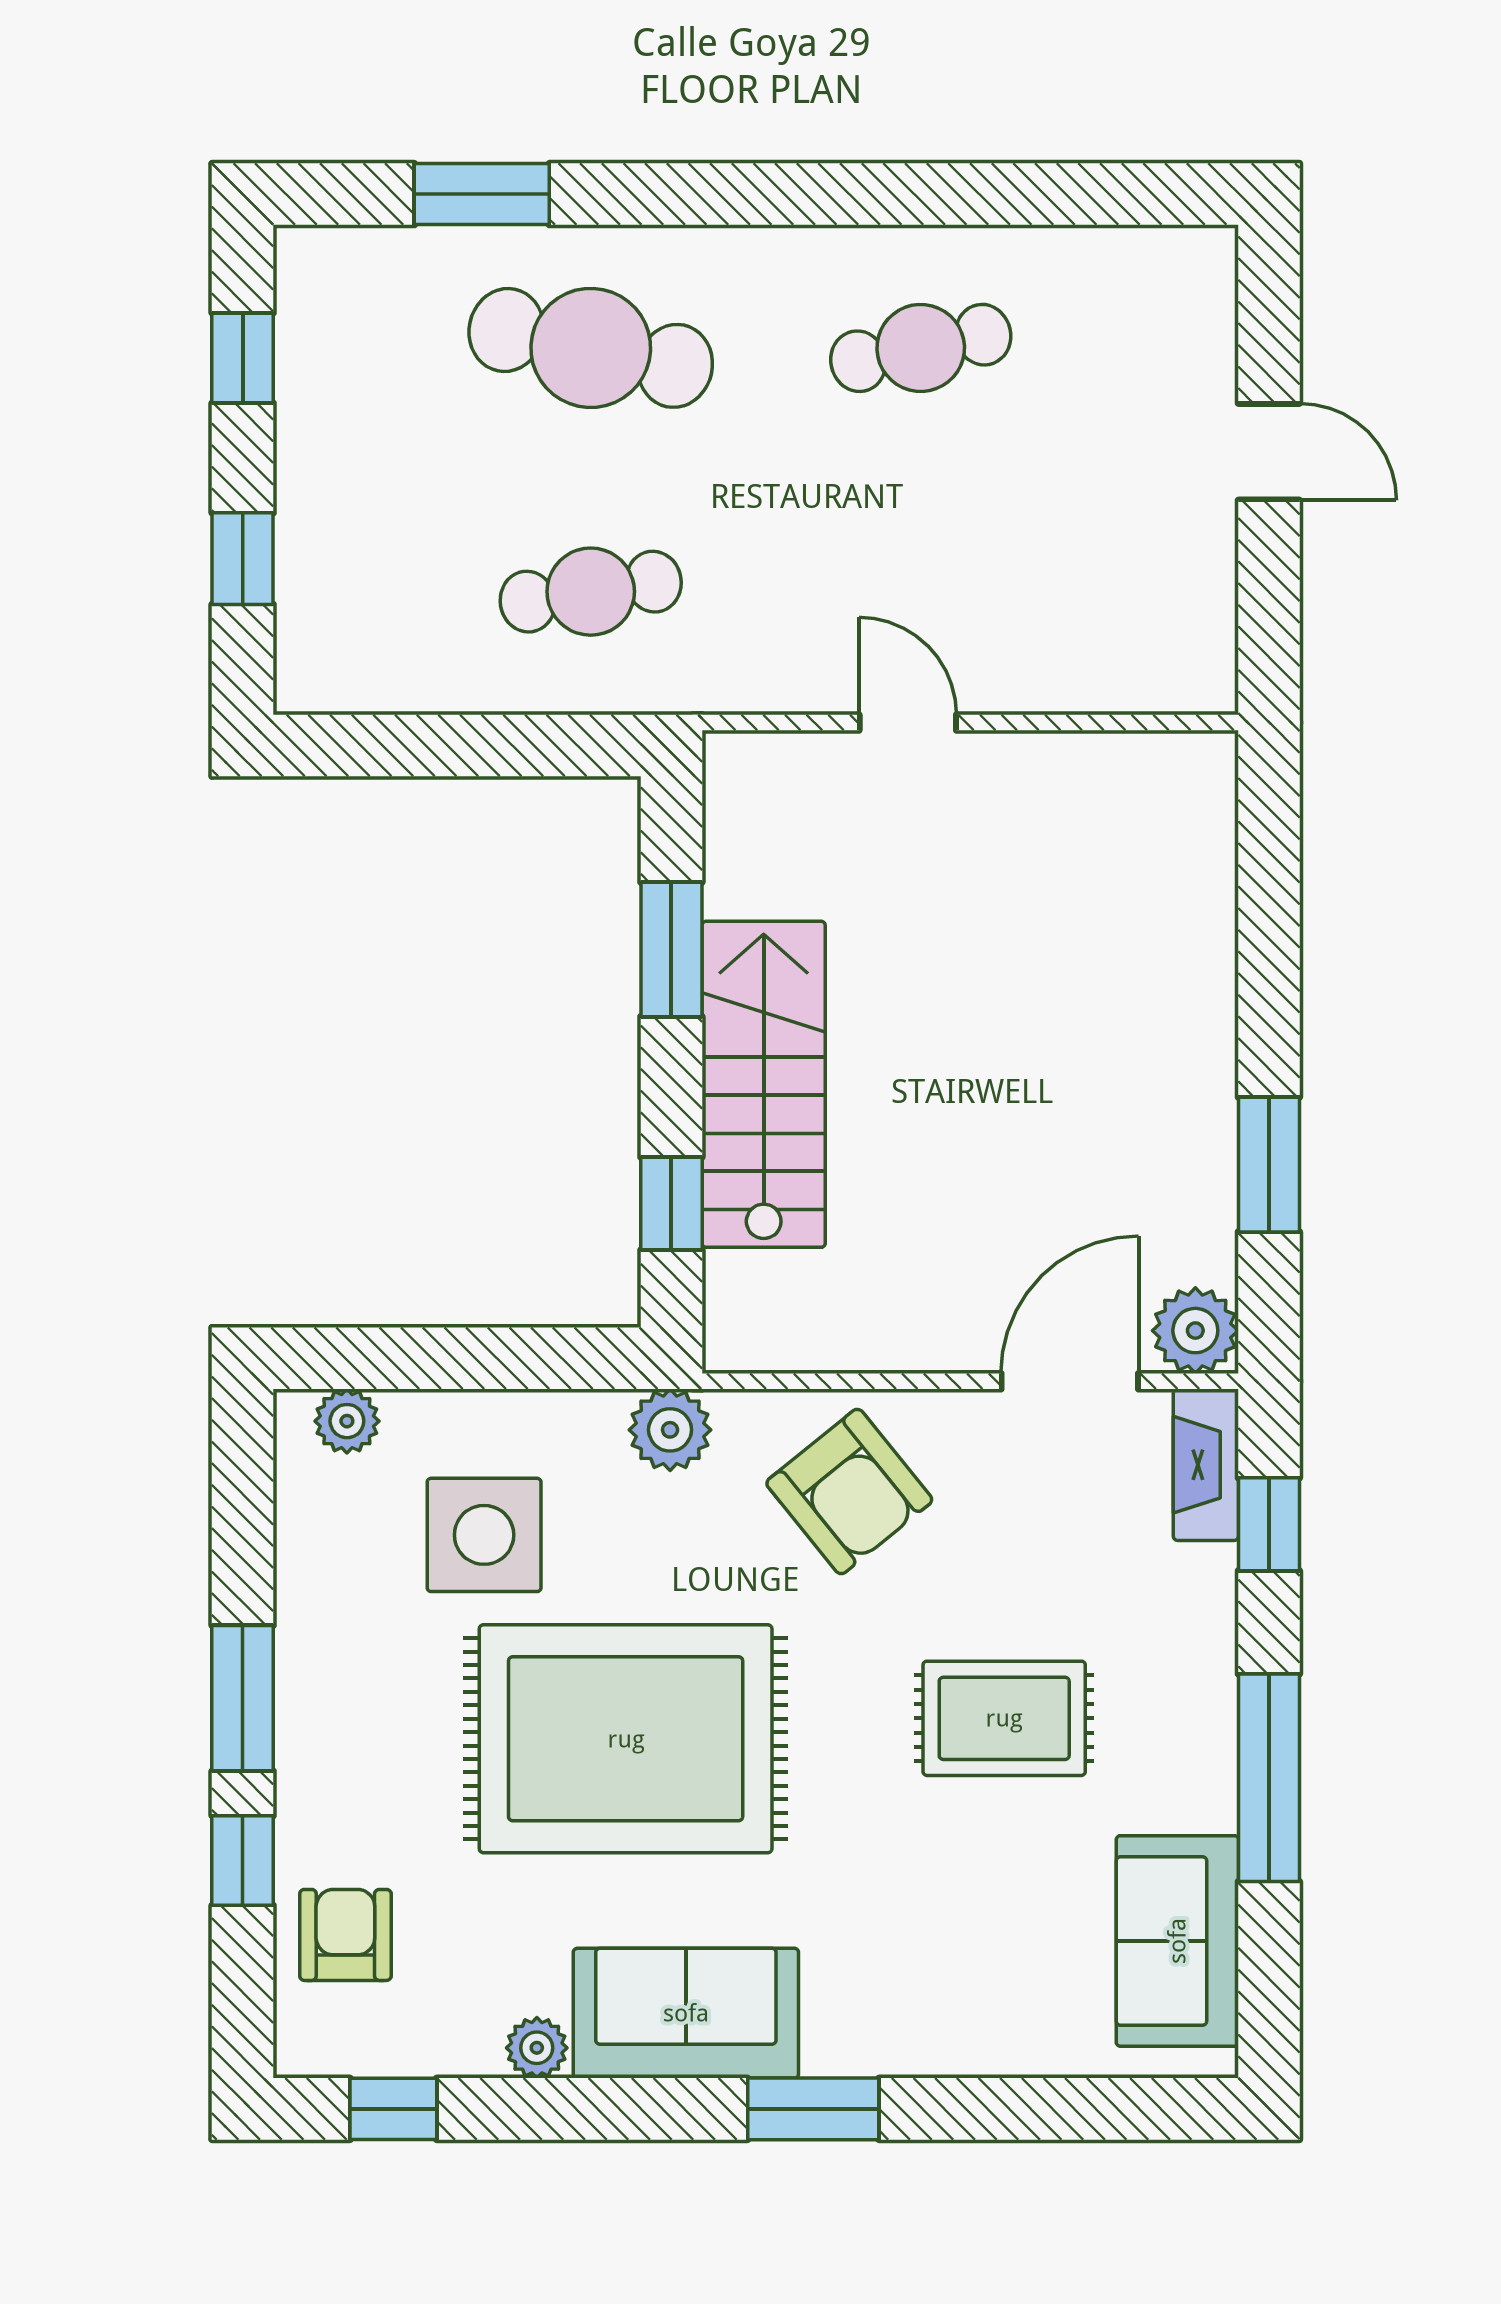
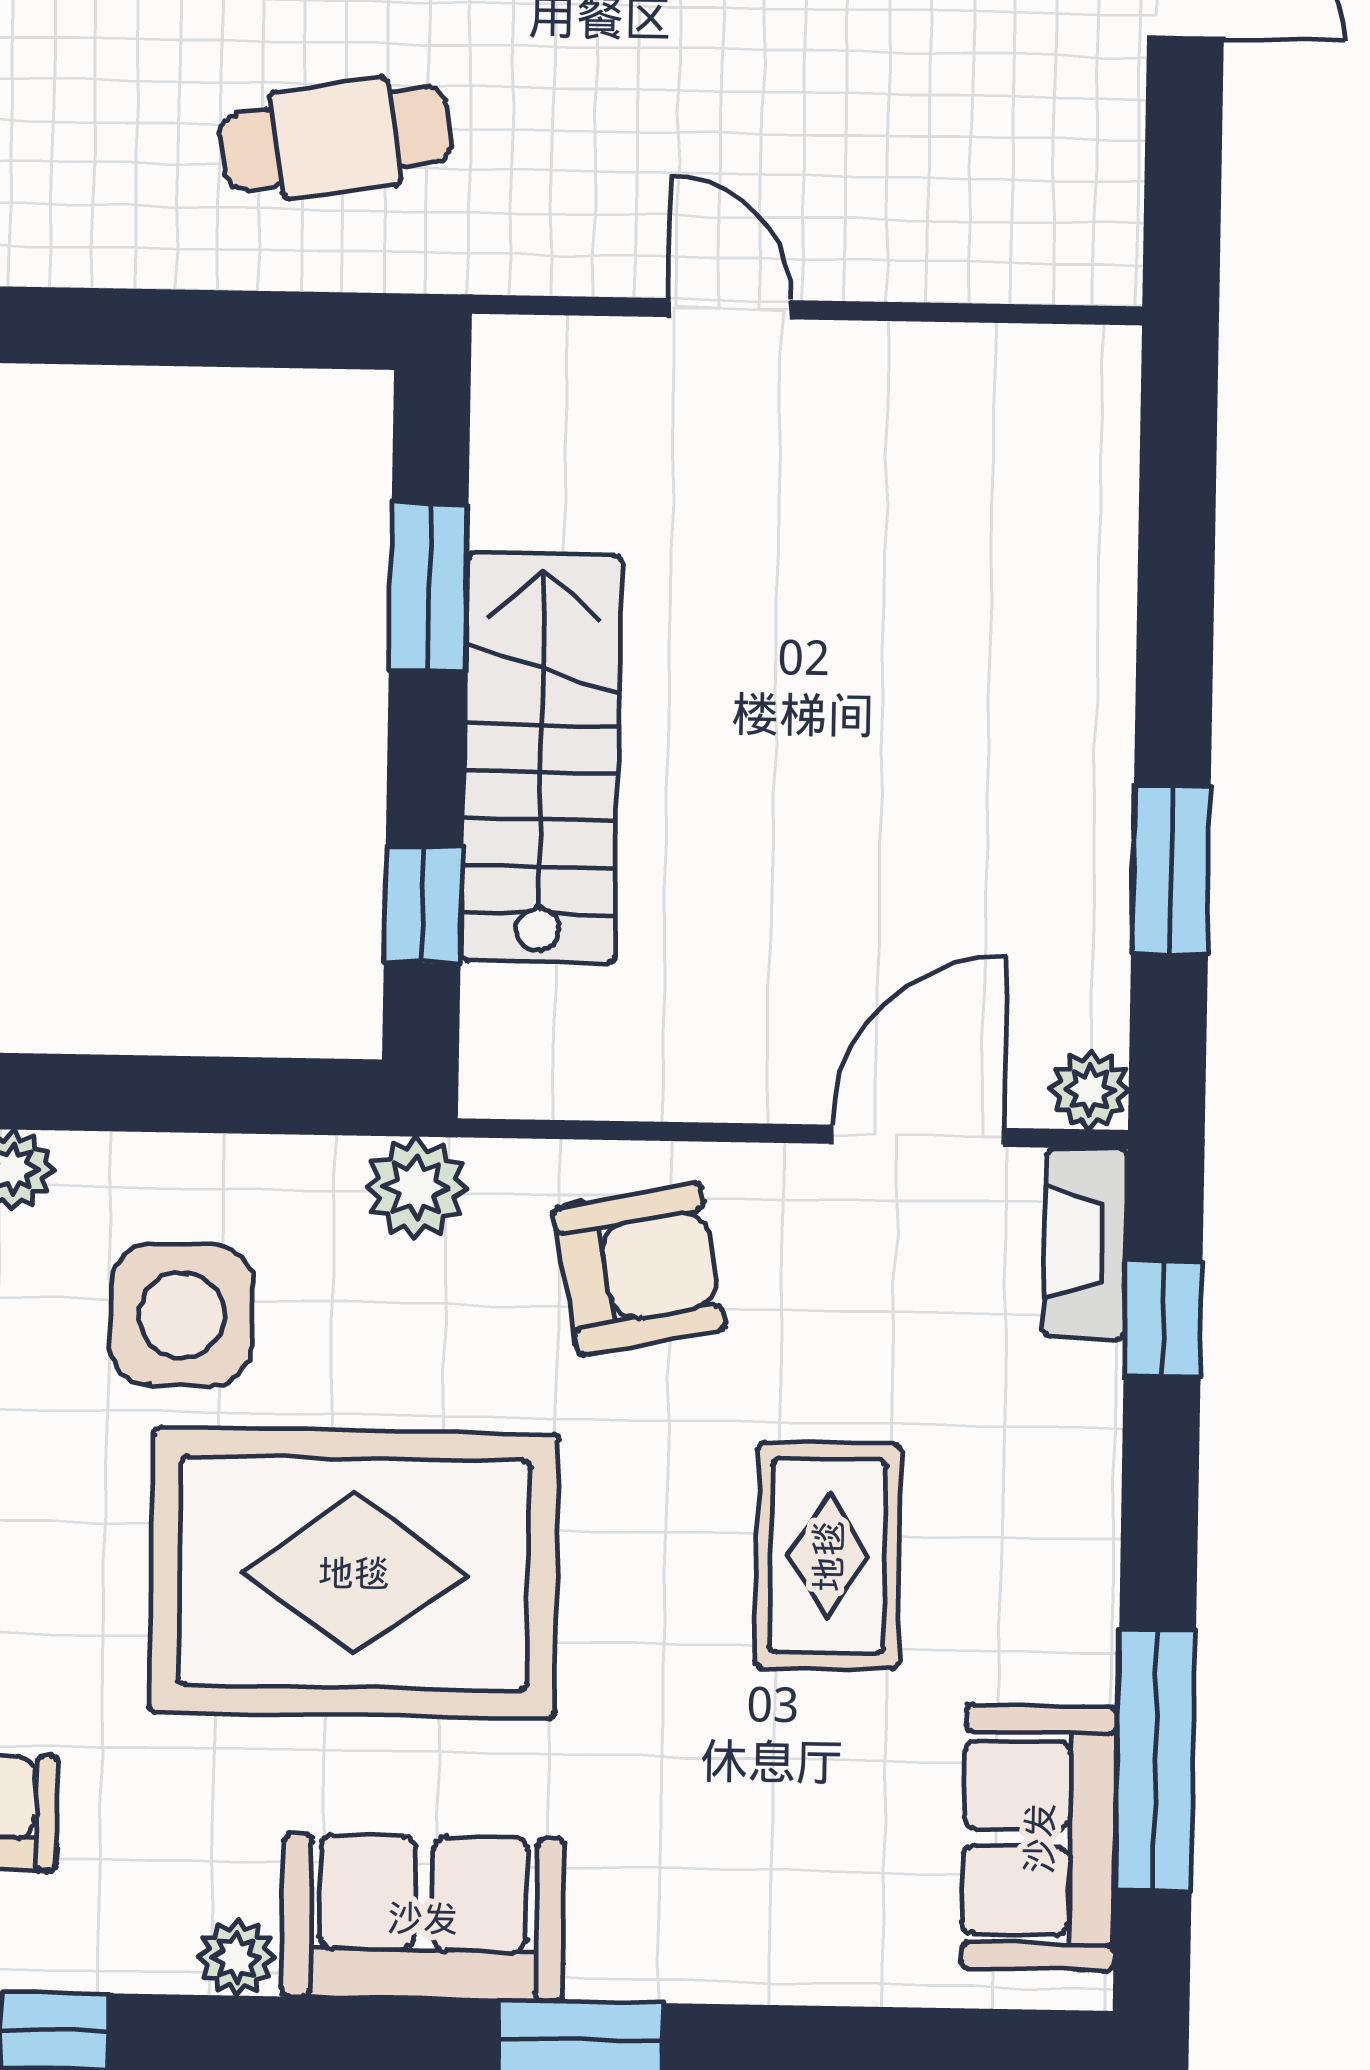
plant: (1195, 1331) -> (1090, 1090), width x0.73, depth x0.73
armchair: (849, 1492) -> (639, 1269), turned -62
rug: (1004, 1718) -> (828, 1556), turned 90
window: (1269, 1778) -> (1155, 1760), moved

